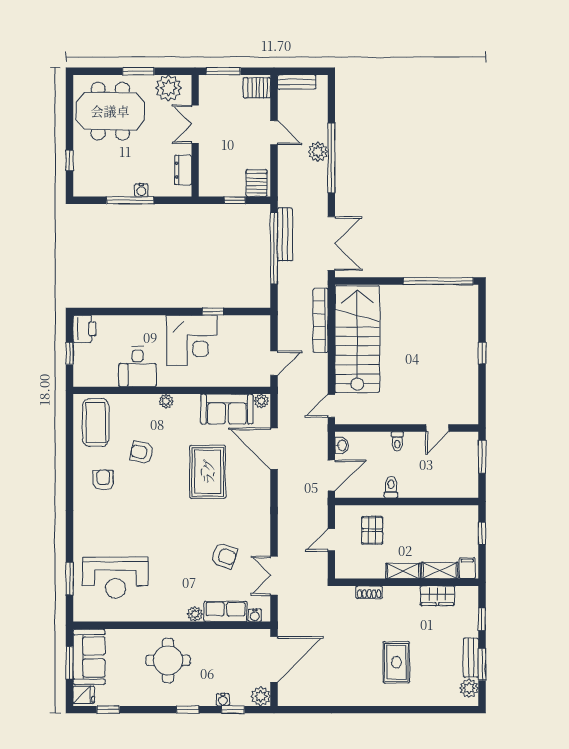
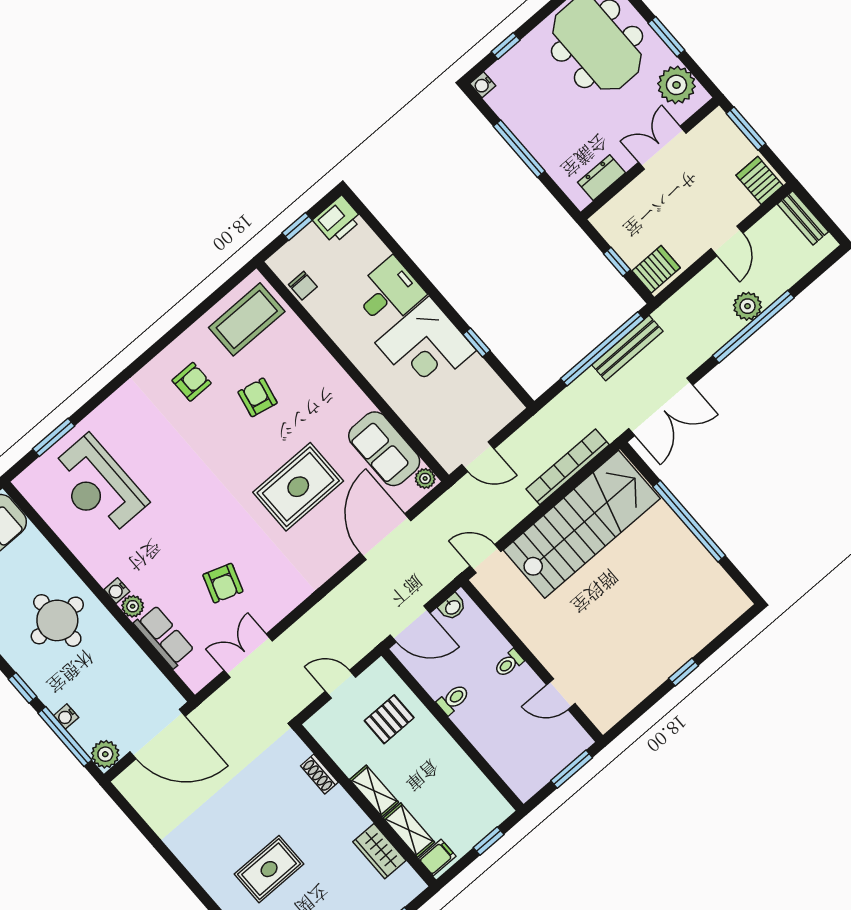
water cooler: (141, 190) -> (483, 85), moved
window: (438, 281) -> (689, 521), moved
desk: (138, 367) -> (389, 293), moved, turned 180
chair: (103, 377) -> (303, 286), added
plant: (166, 401) -> (336, 376), removed
water cooler: (255, 615) -> (117, 591), moved
window: (233, 710) -> (65, 737), width x2.17

